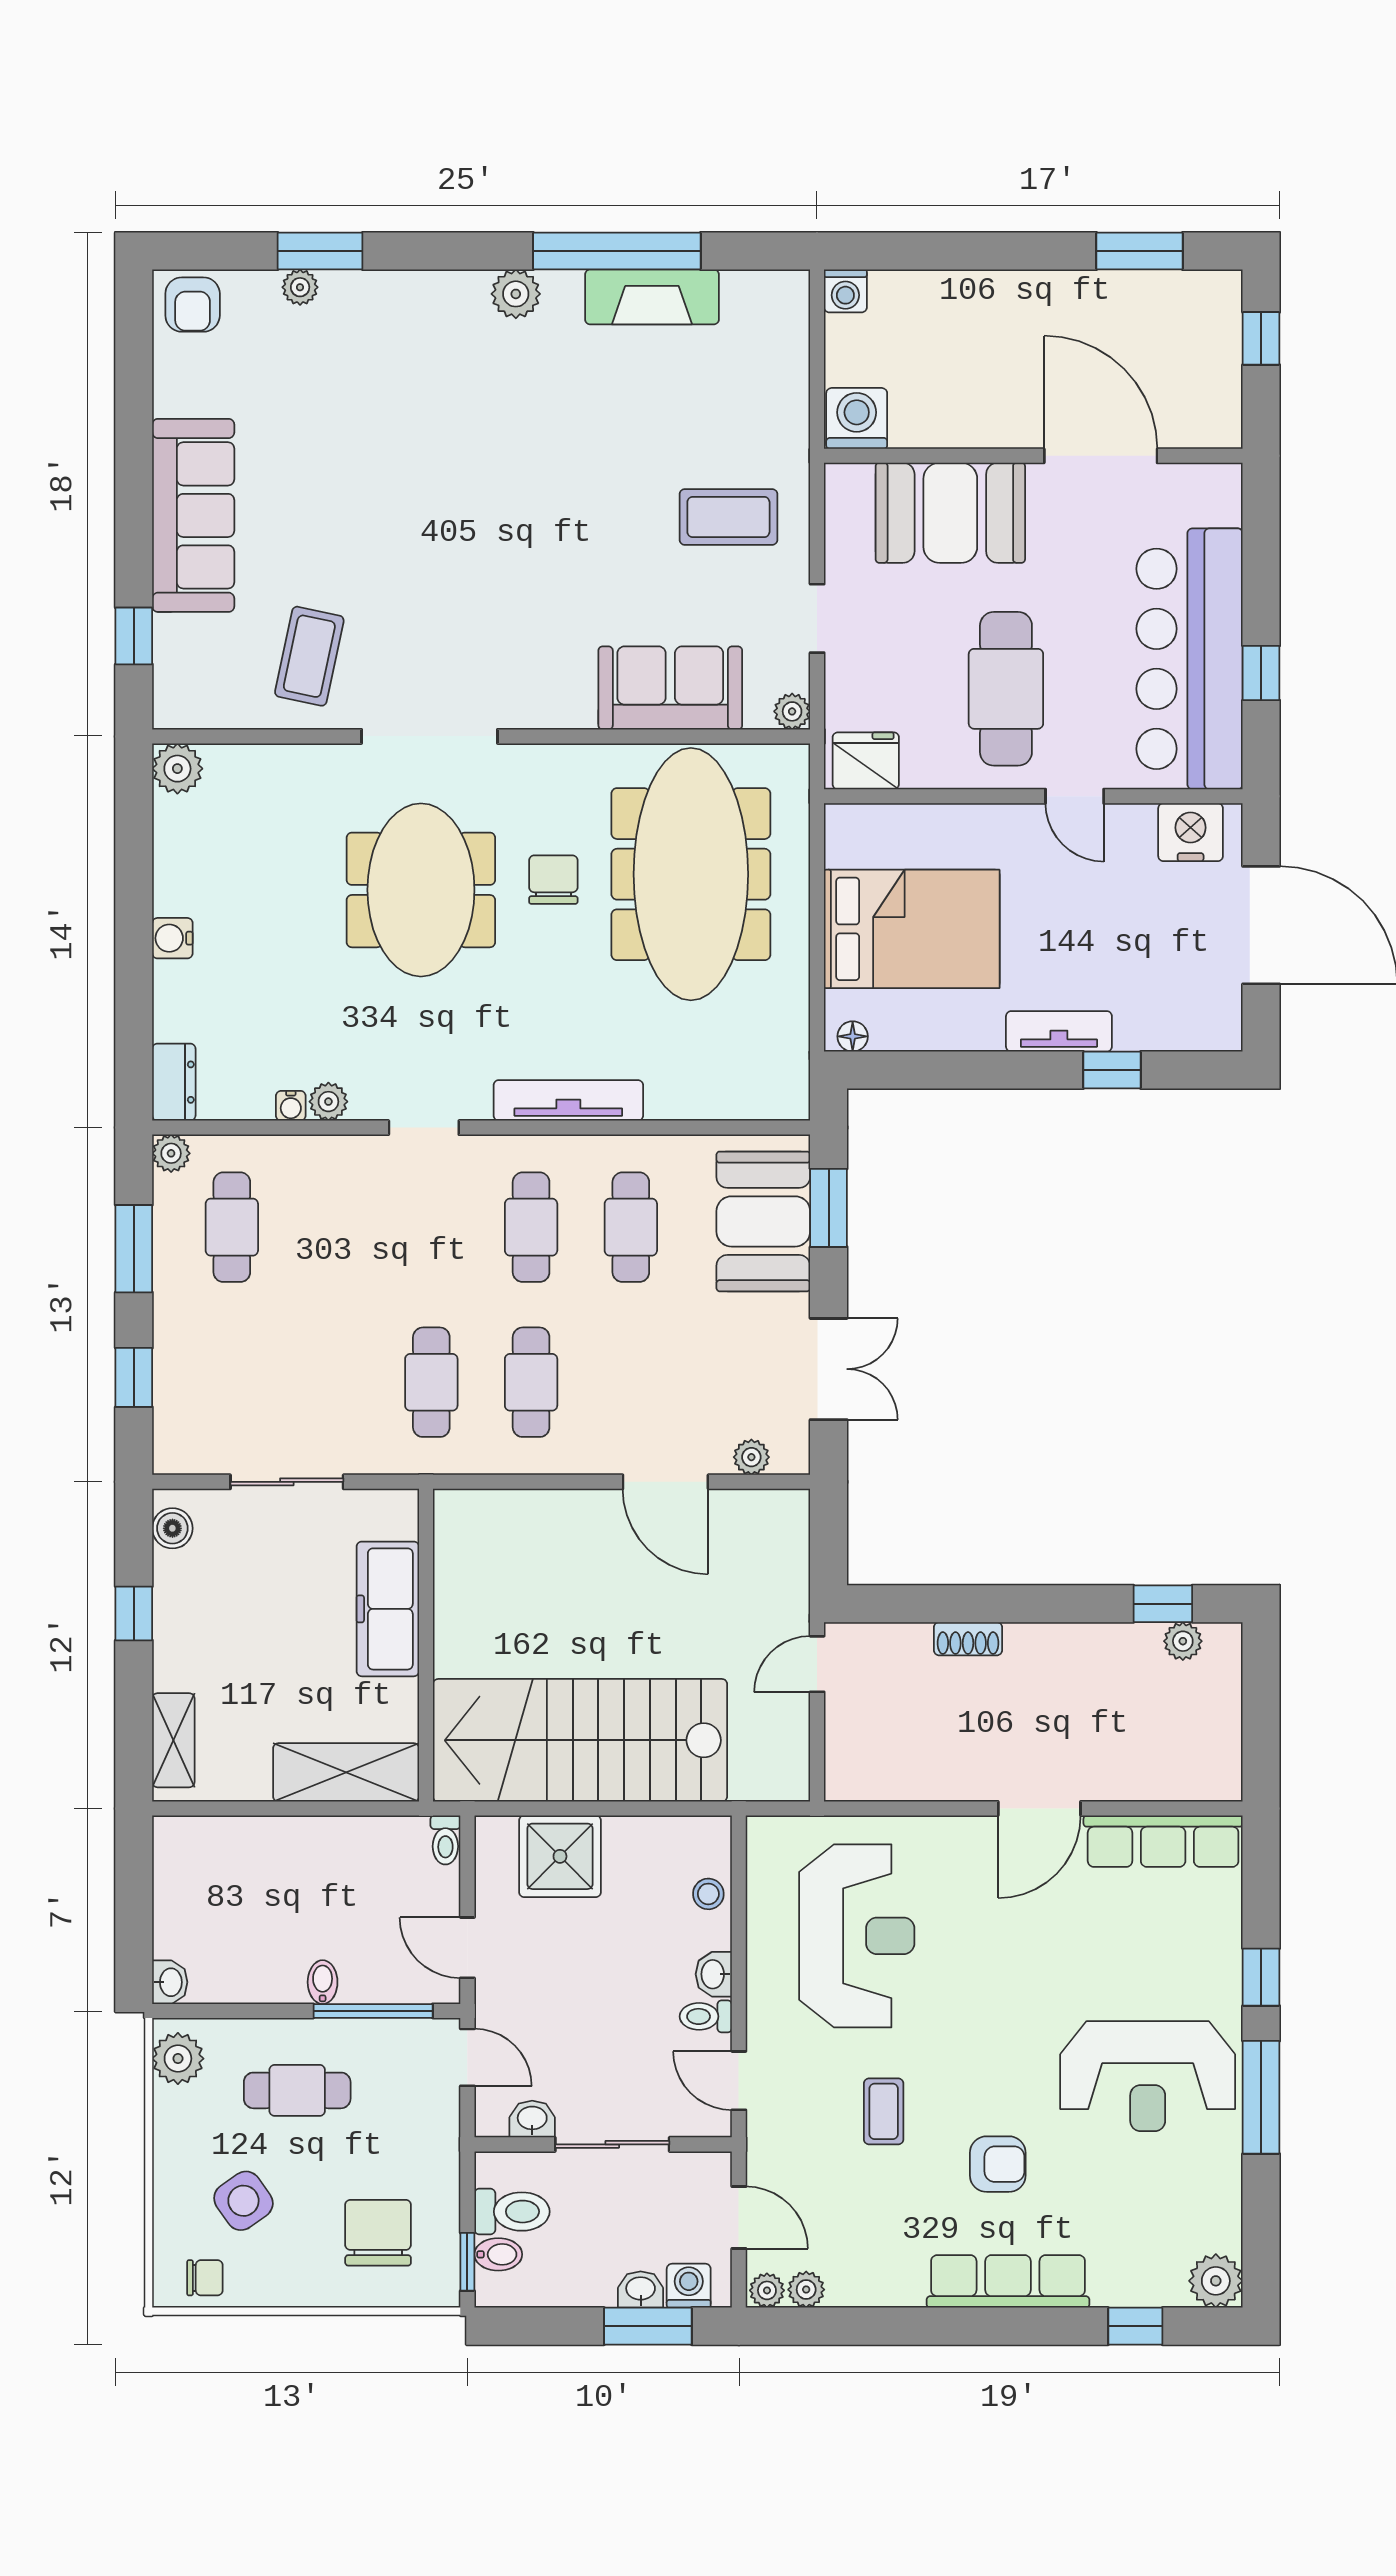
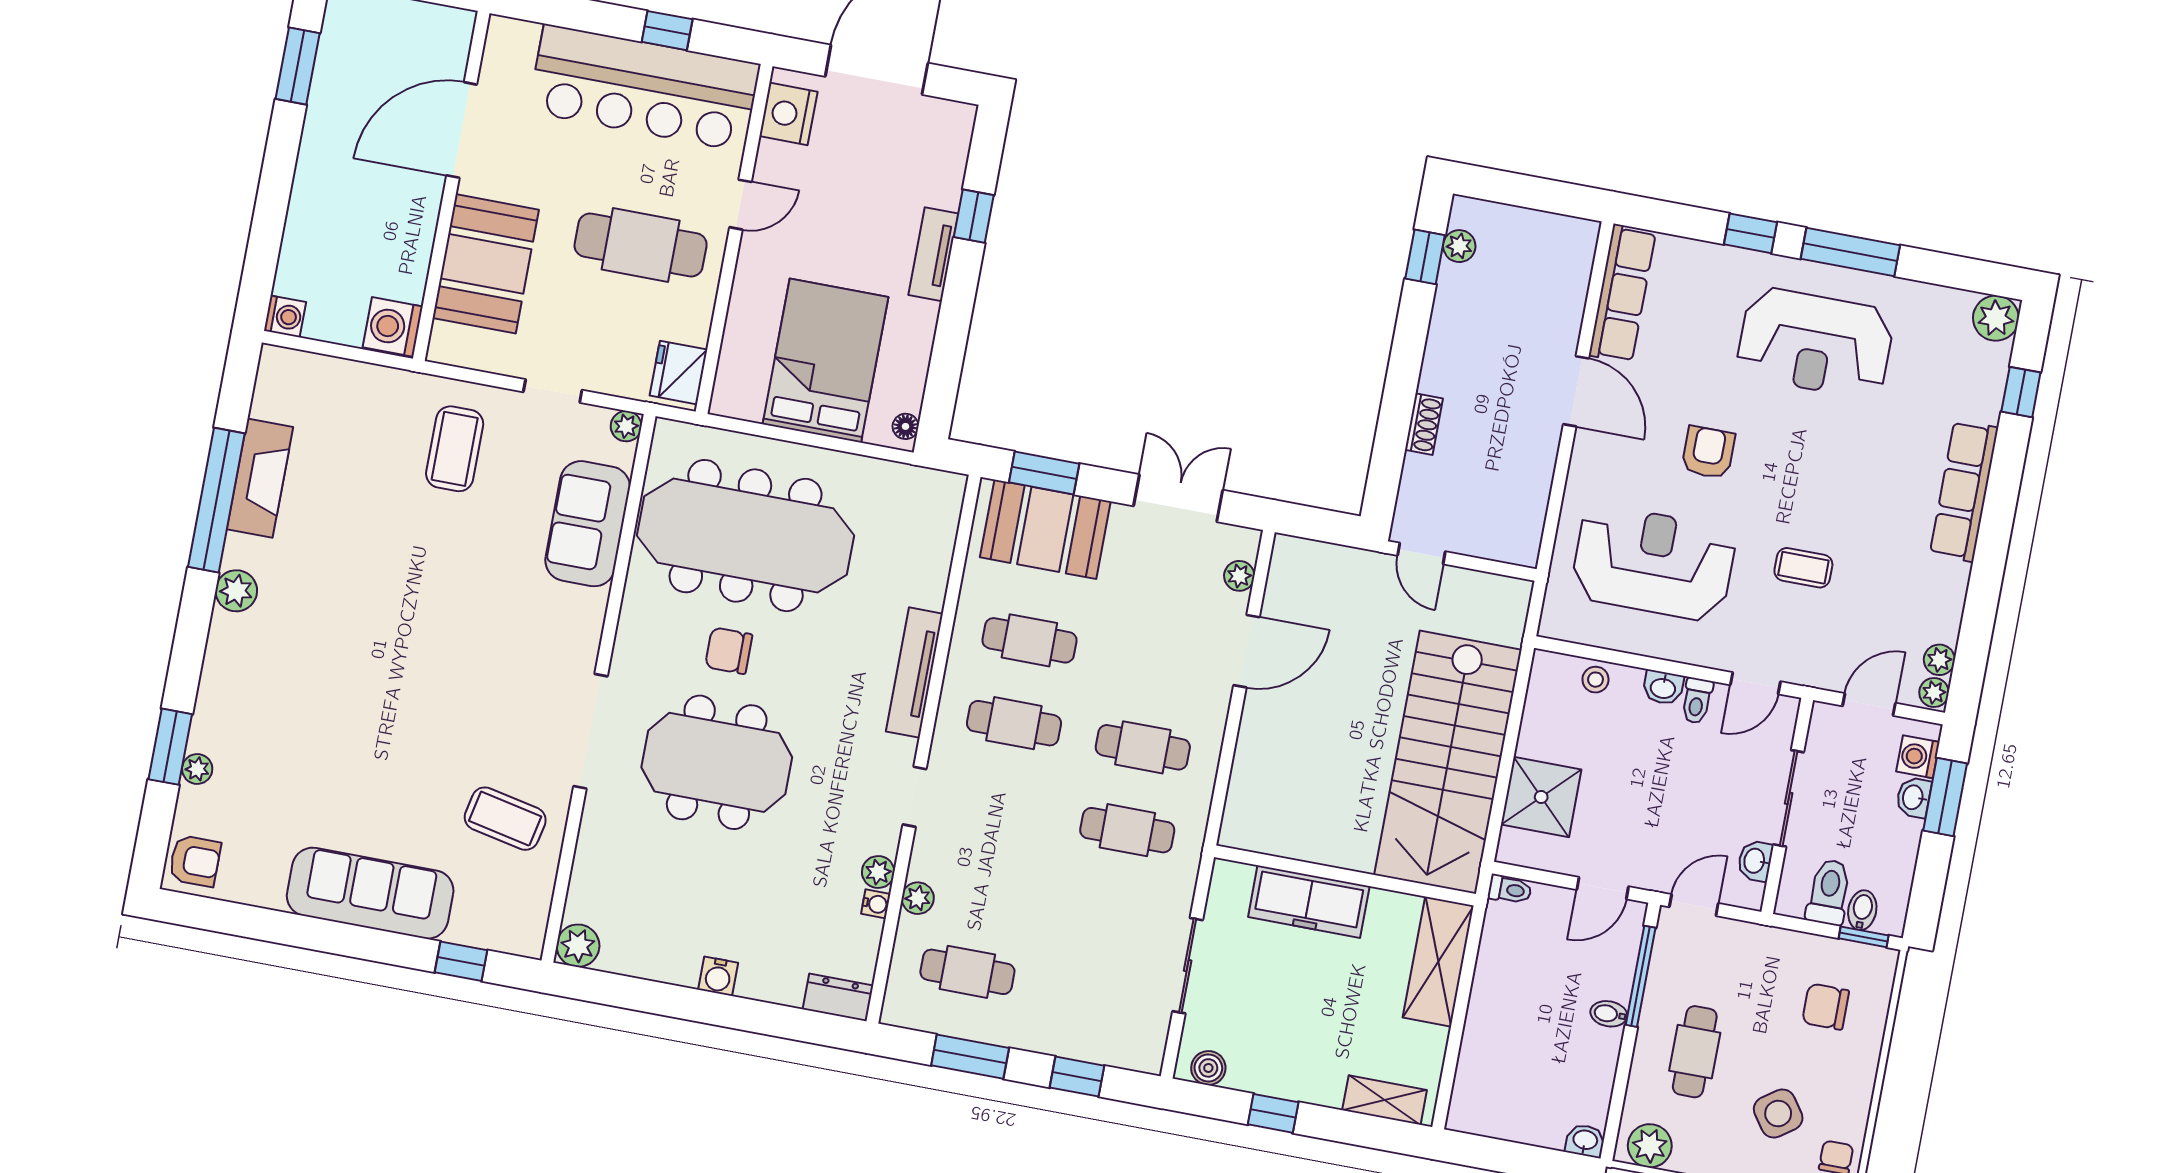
plant: (171, 1153) -> (918, 898), moved
reception desk: (1148, 2076) -> (1815, 343), turned 90
armchair: (998, 2164) -> (1708, 452), moved
chair: (378, 2233) -> (1826, 1007), width x0.73, depth x0.73

